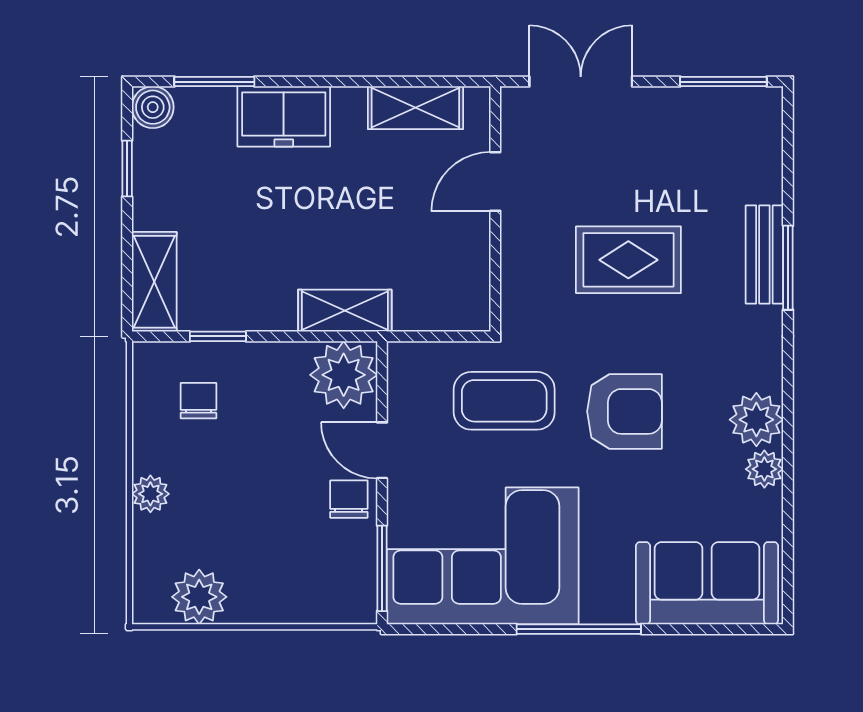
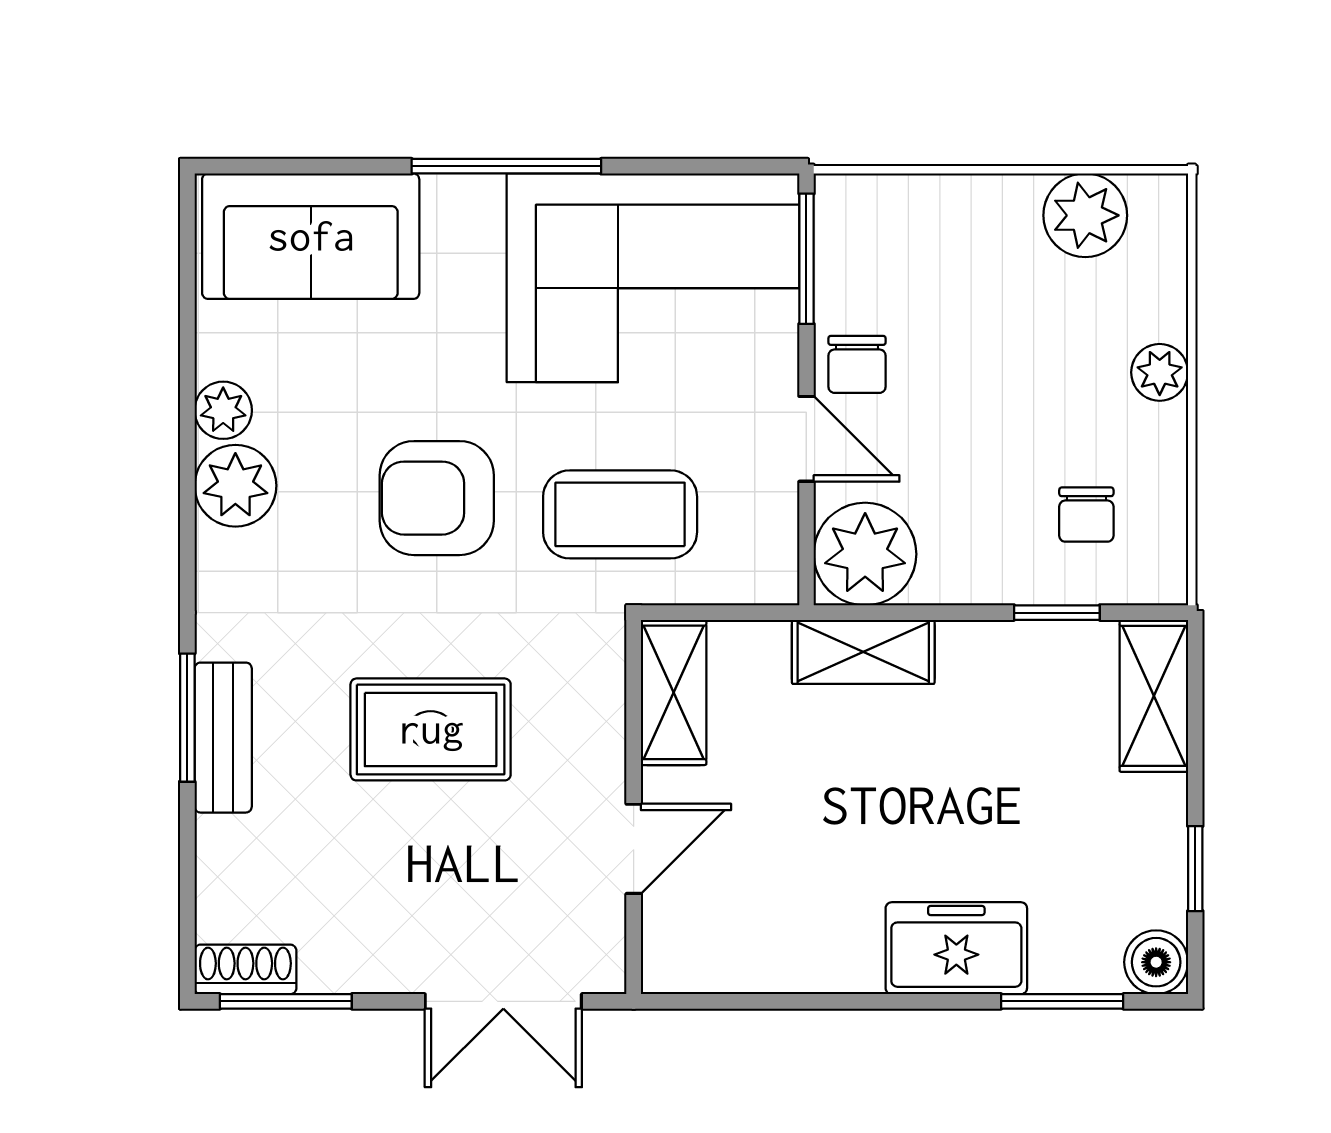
shoe rack: (750, 102) -> (245, 969), added
shelving: (415, 108) -> (674, 692), moved, turned 90

